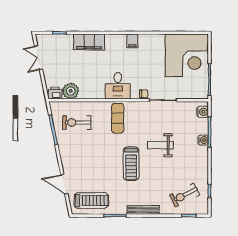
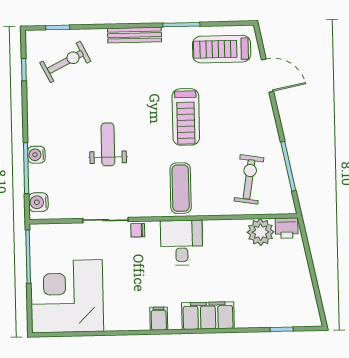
filing cabinet: (89, 42) -> (208, 316), moved
double door: (39, 58) -> (316, 287), removed
exercise bike: (77, 123) -> (249, 179), turned -81
weight bench: (160, 145) -> (108, 144), turned -90
treadmill: (131, 164) -> (186, 117), moved, turned 180

